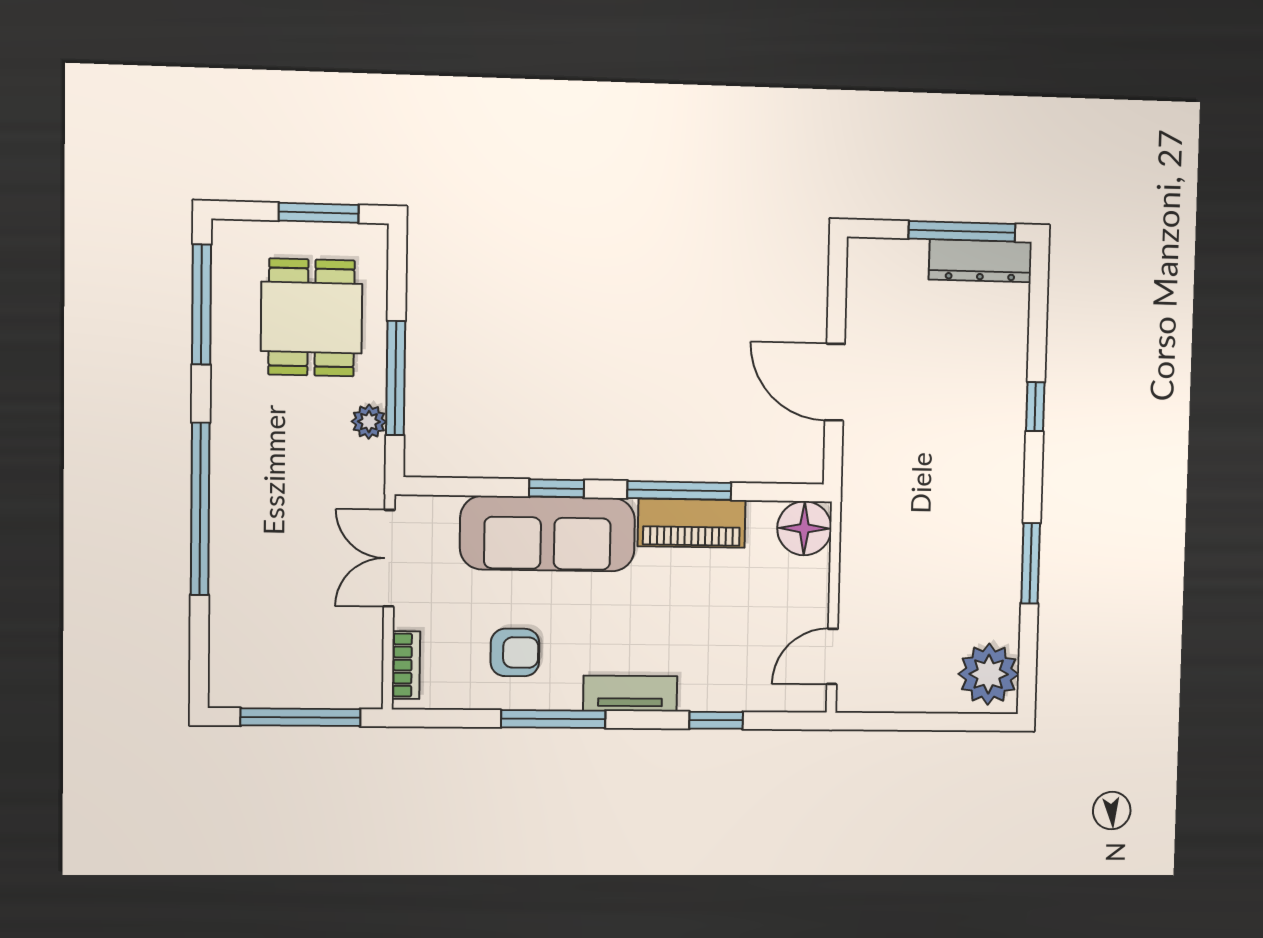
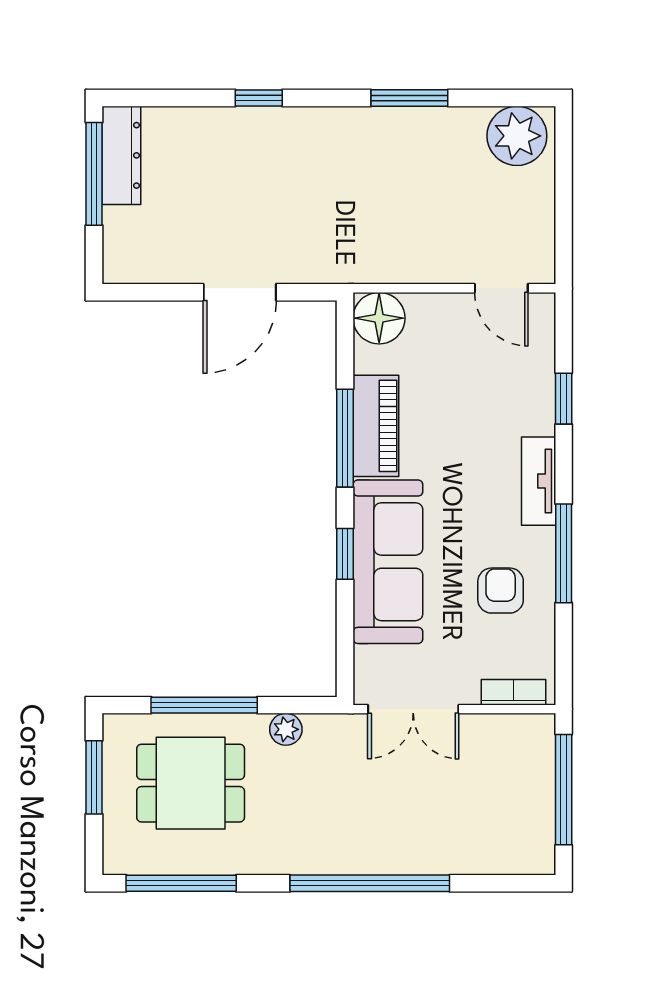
window: (396, 378) -> (204, 705), moved

